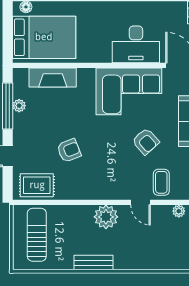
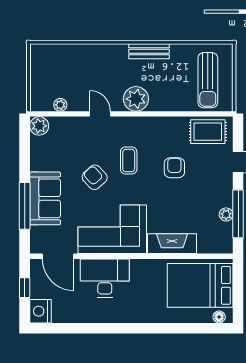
fireplace: (53, 78) -> (172, 244), moved
armchair: (69, 151) -> (174, 168), turned 112
coffee table: (161, 182) -> (129, 161), moved

